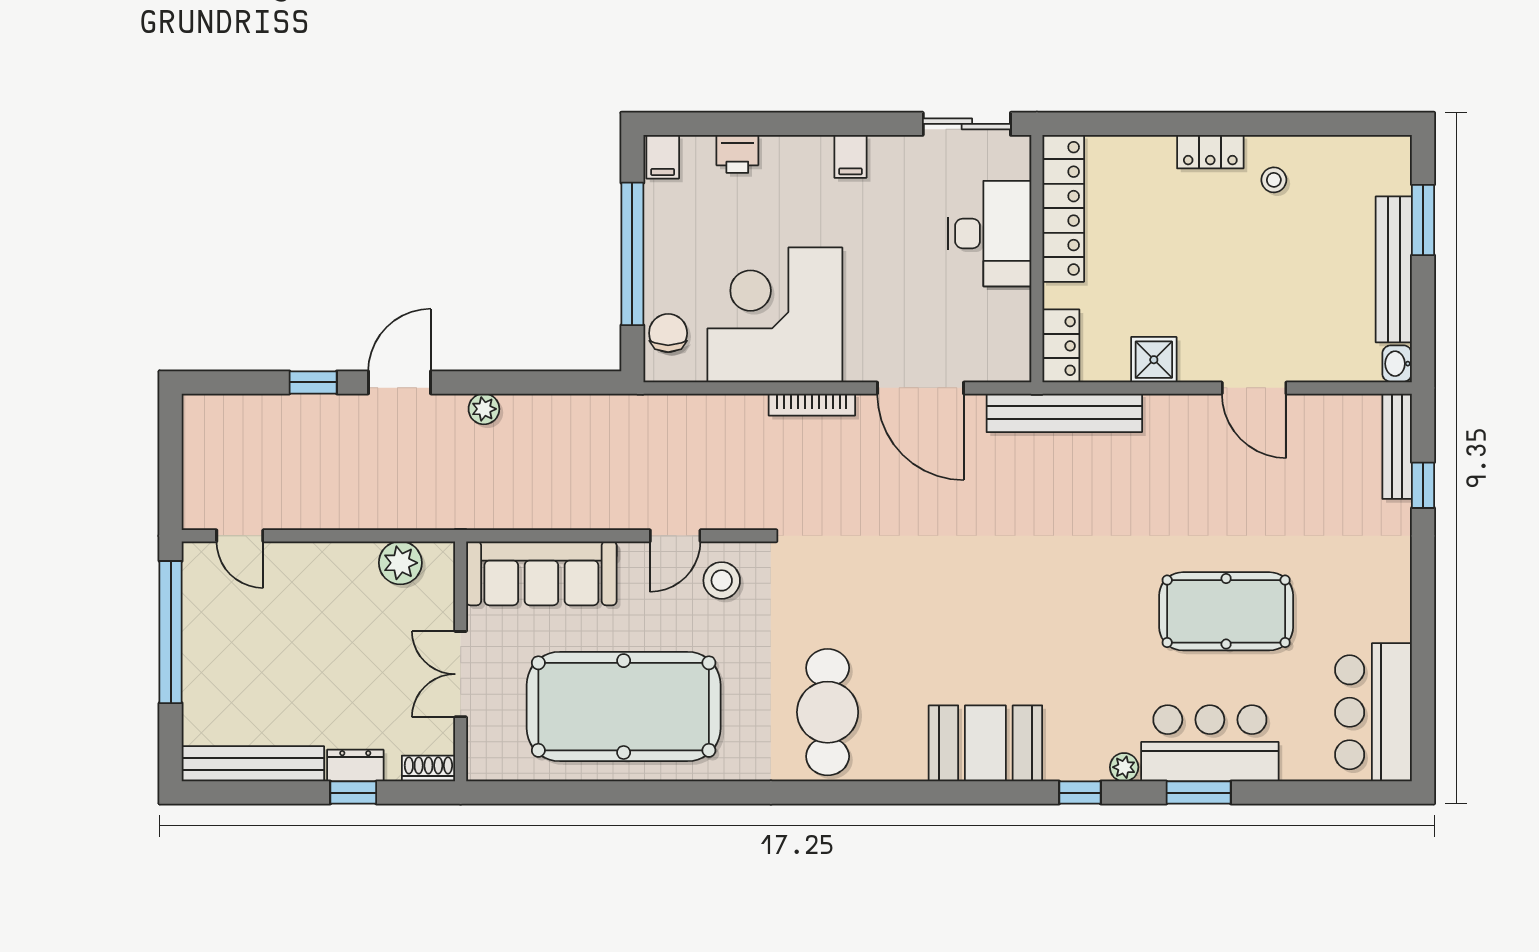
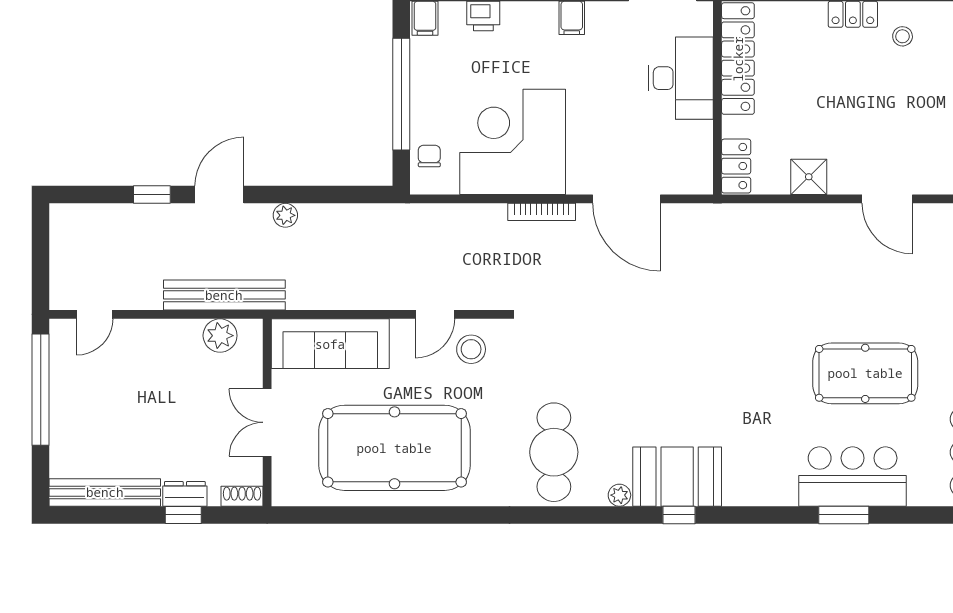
chair: (668, 333) -> (429, 156), width x0.73, depth x0.73
bench: (1064, 413) -> (224, 295), moved
door: (240, 536) -> (95, 314), hinge flipped
plant: (1124, 767) -> (619, 495), moved
window: (1080, 793) -> (679, 515), moved

